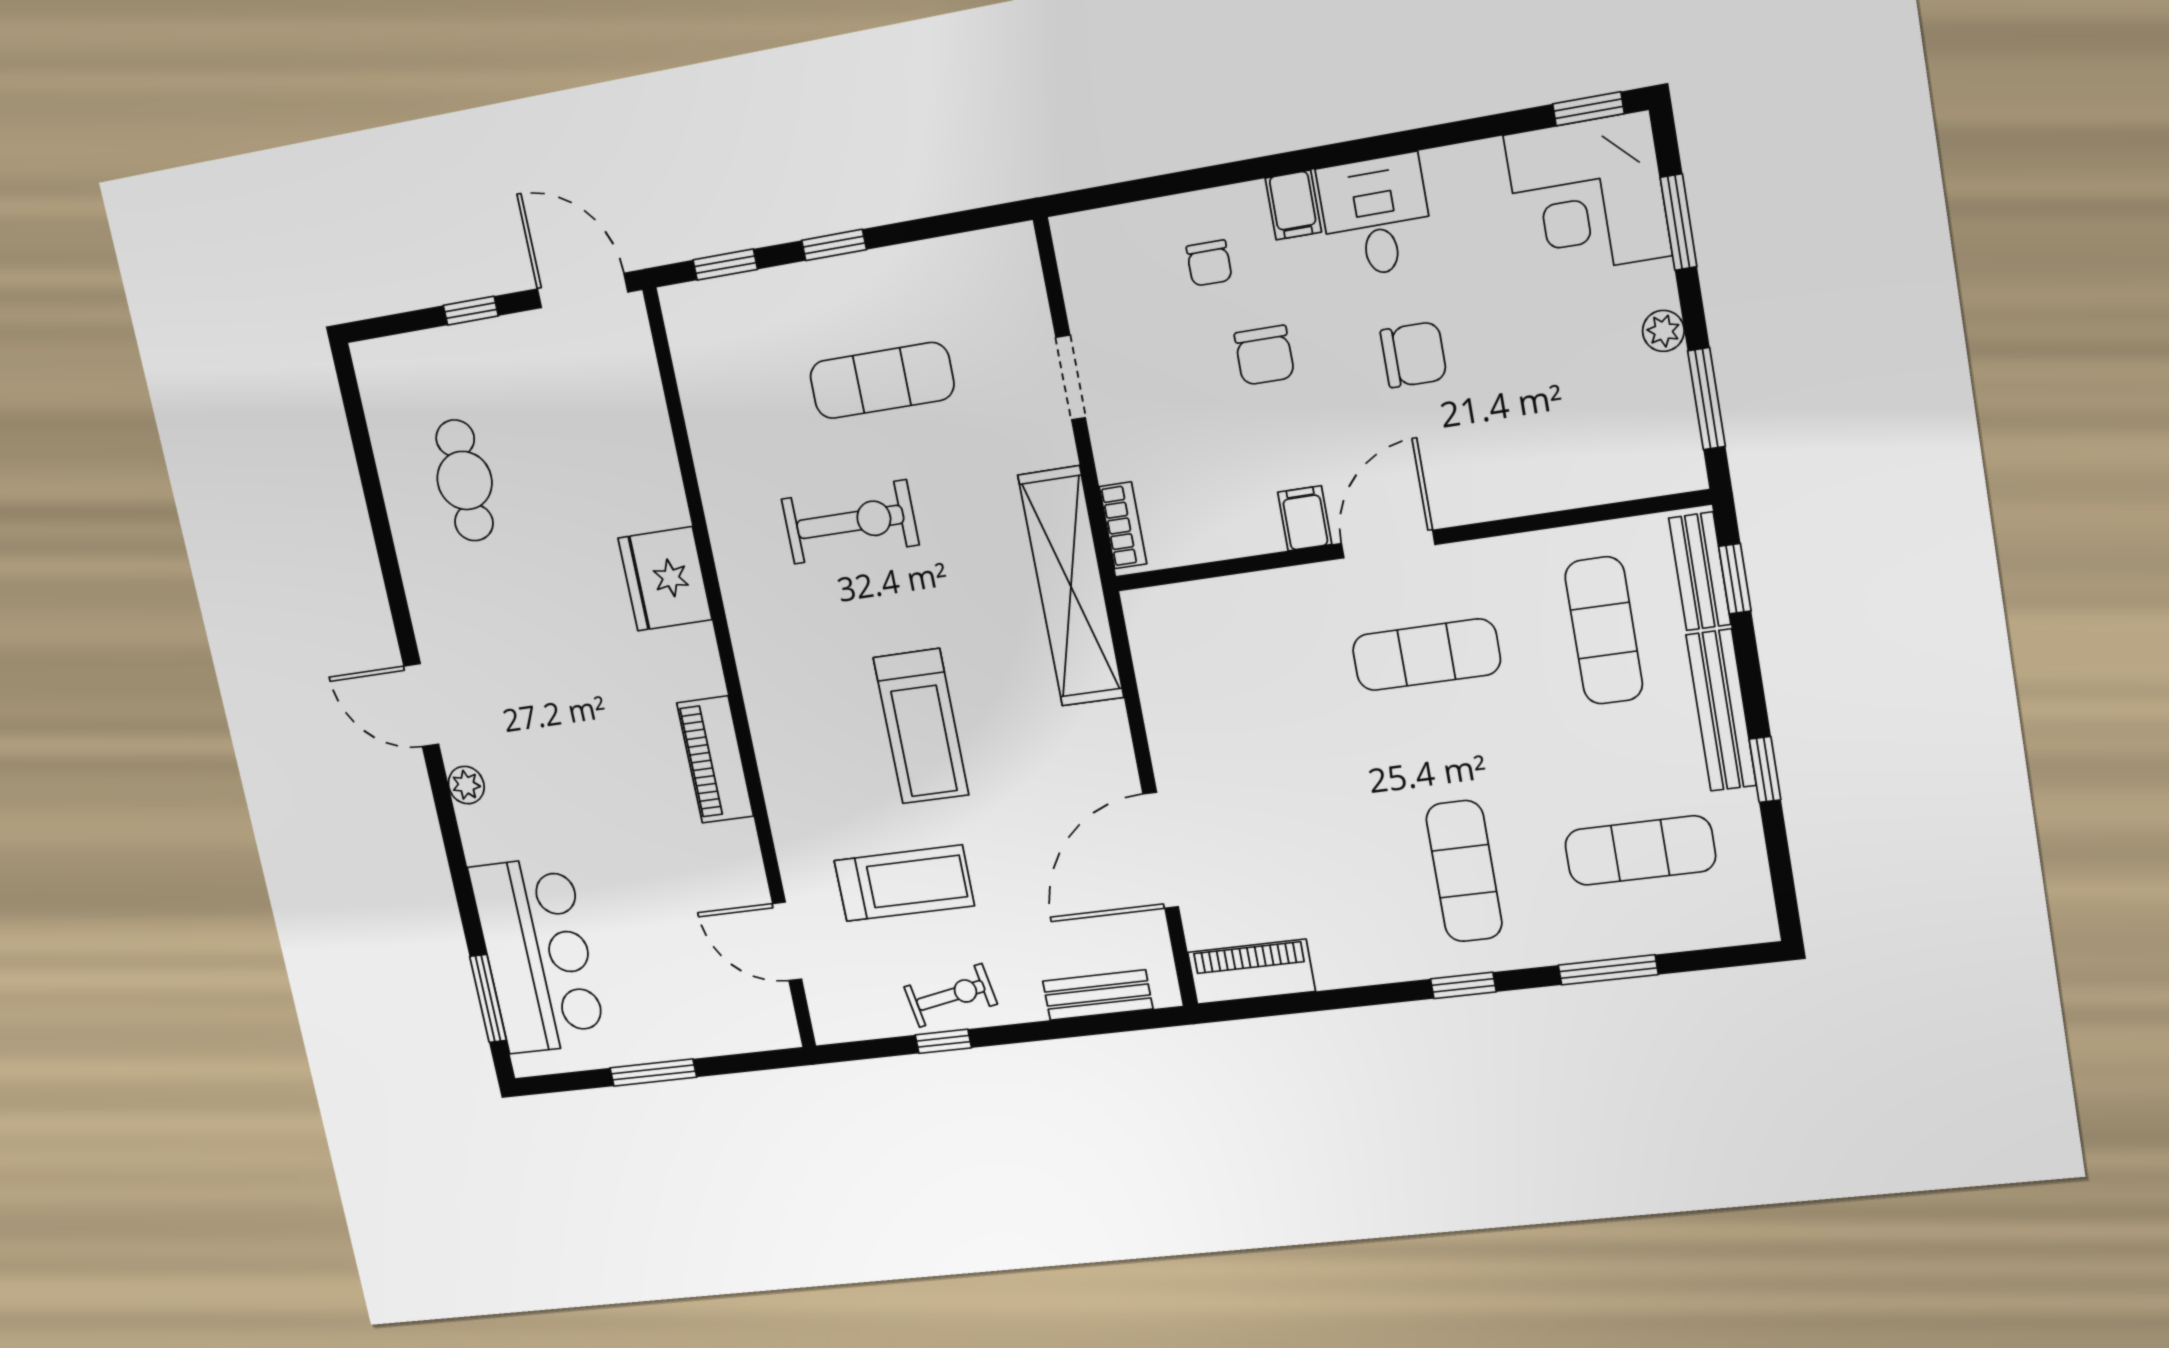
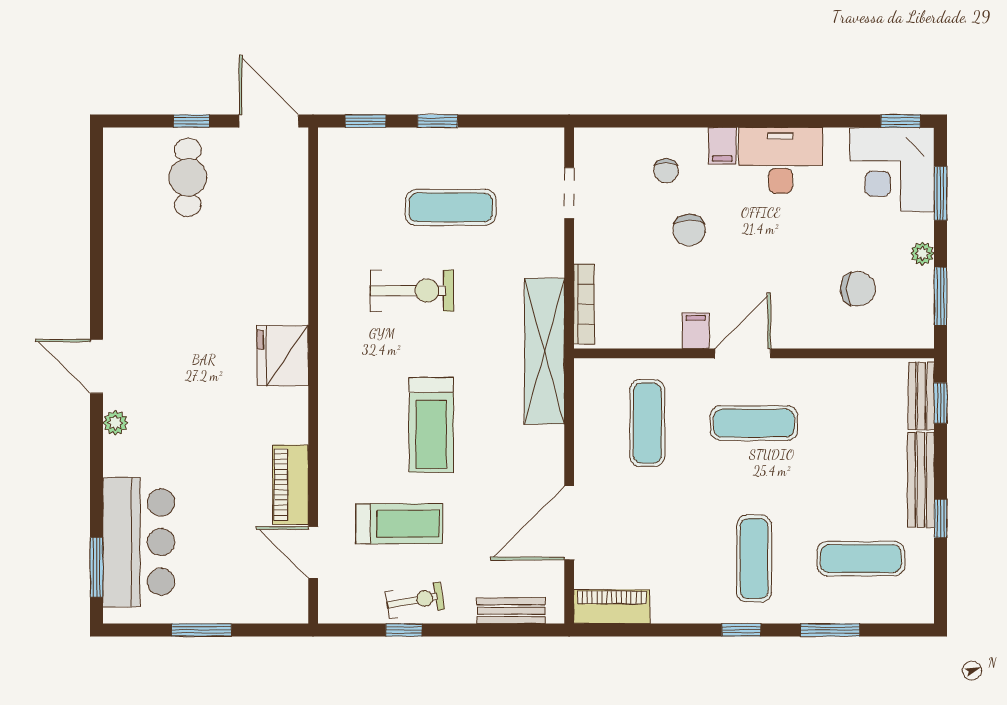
desk: (1376, 216) -> (781, 160), width x1.37
chair: (1414, 355) -> (858, 289), moved
doorway: (1071, 378) -> (569, 193), moved
cafe table: (465, 480) -> (188, 177), moved
bookcase: (1123, 525) -> (584, 304), width x1.56
fridge: (665, 579) -> (283, 356), moved
exercise mat: (1604, 631) -> (647, 423), moved
piano: (715, 760) -> (290, 485), moved

